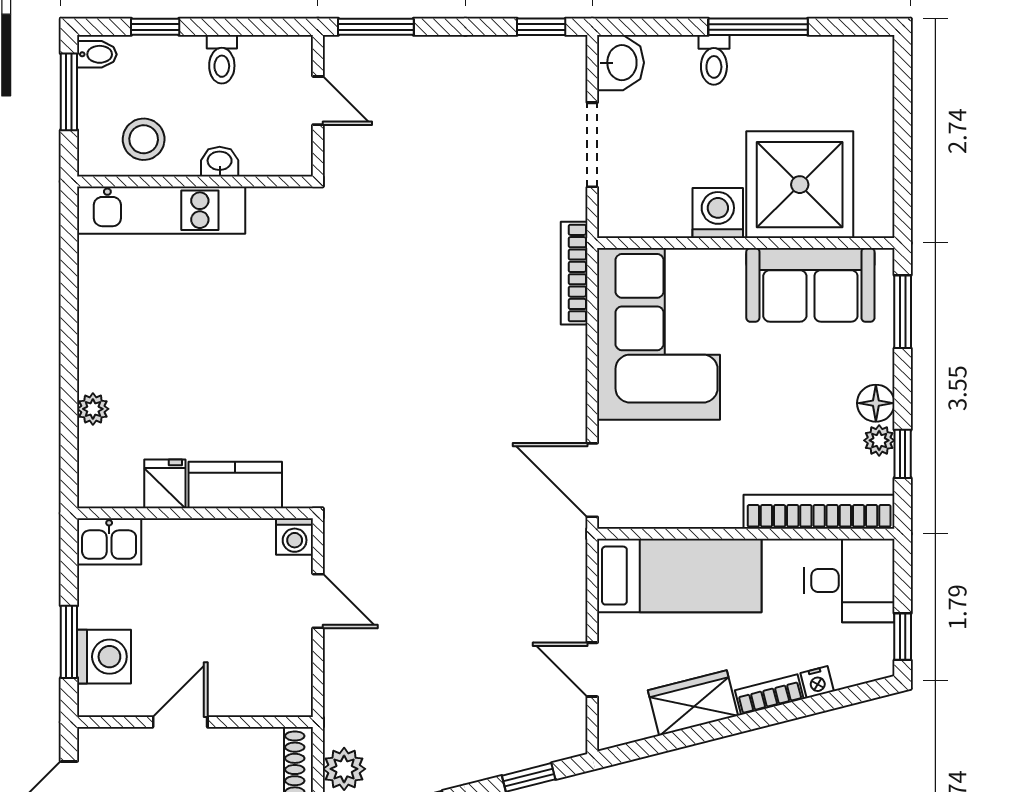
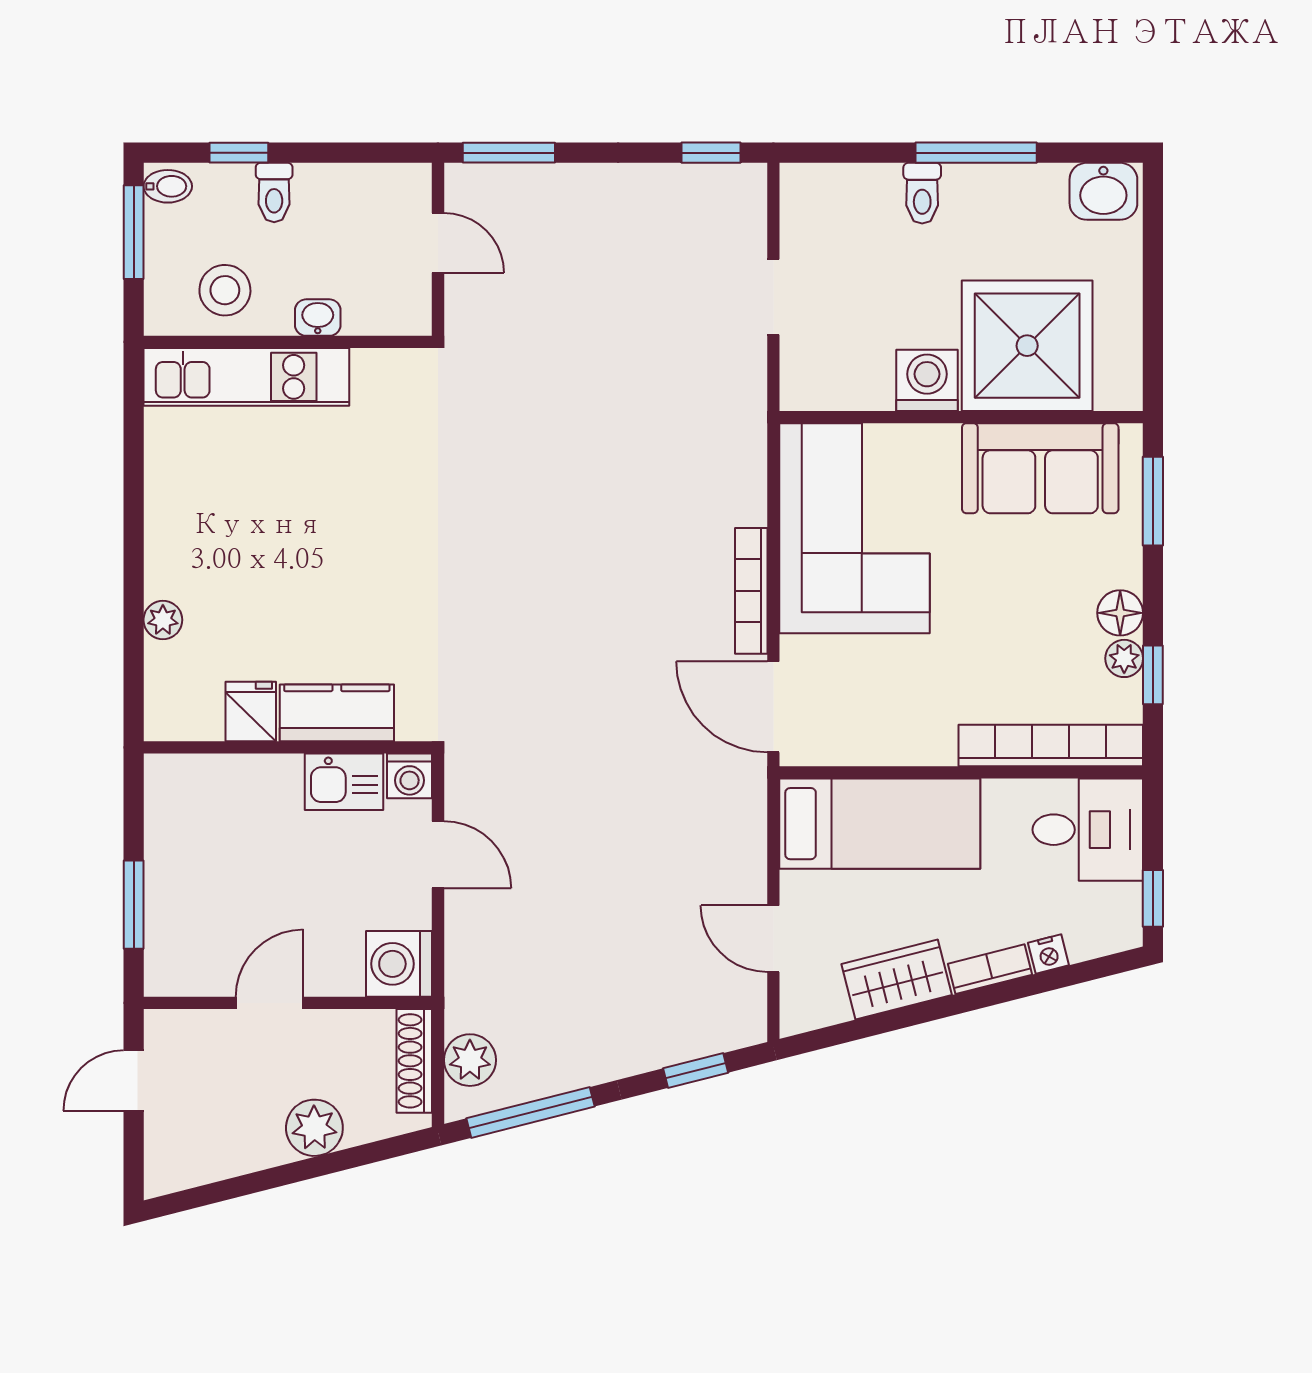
toilet: (222, 59) -> (274, 192), moved
washbasin: (621, 63) -> (1103, 191), moved, turned 90
doorway: (592, 145) -> (773, 297), width x0.73
bookcase: (574, 273) -> (751, 591), moved
kitchen sink: (109, 541) -> (344, 782), moved
washing machine: (104, 657) -> (399, 964), moved, turned 180

